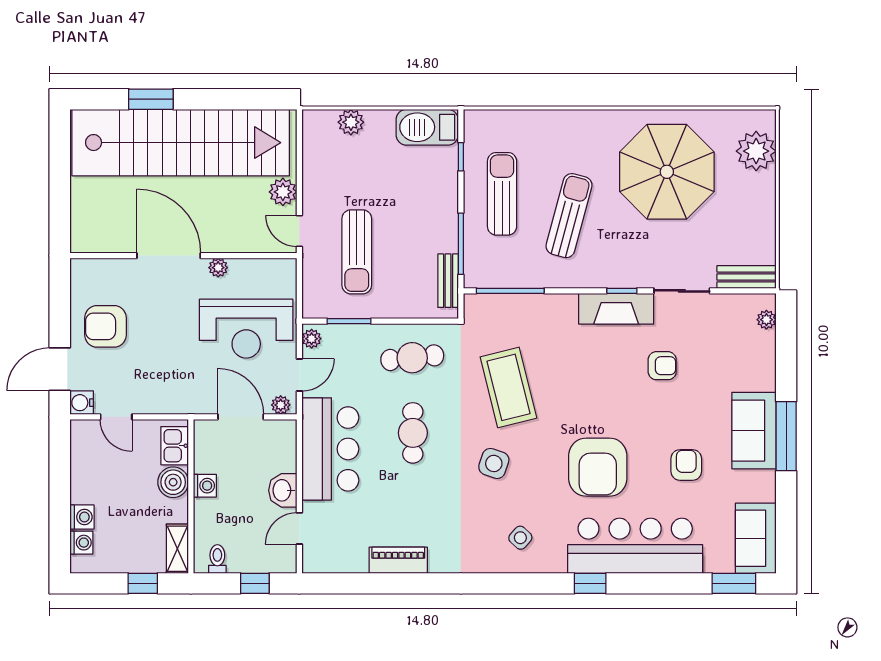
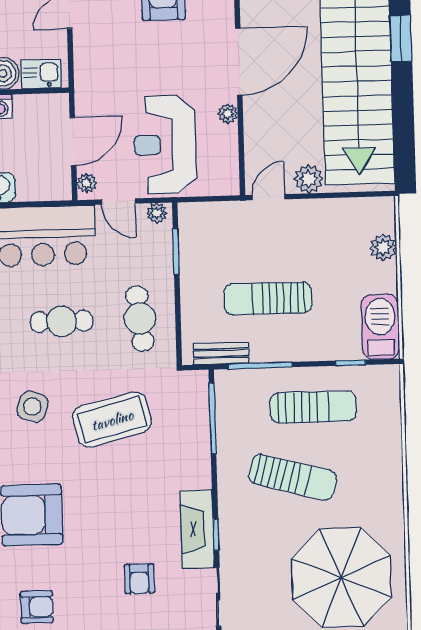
sun lounger: (357, 252) -> (268, 298), moved

